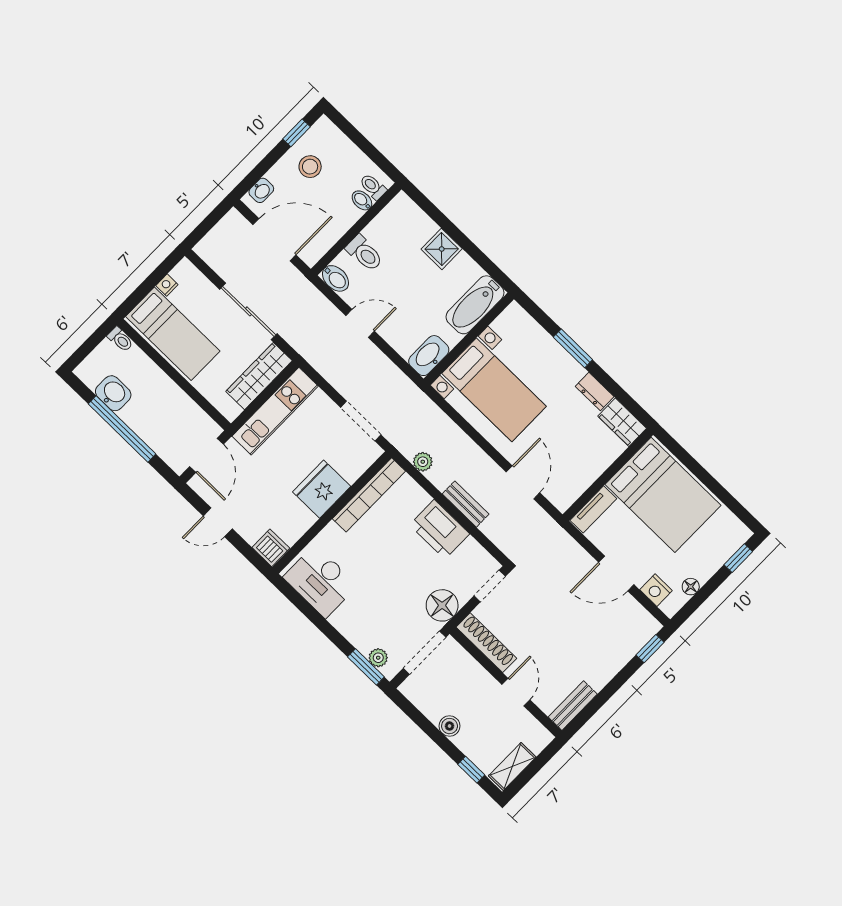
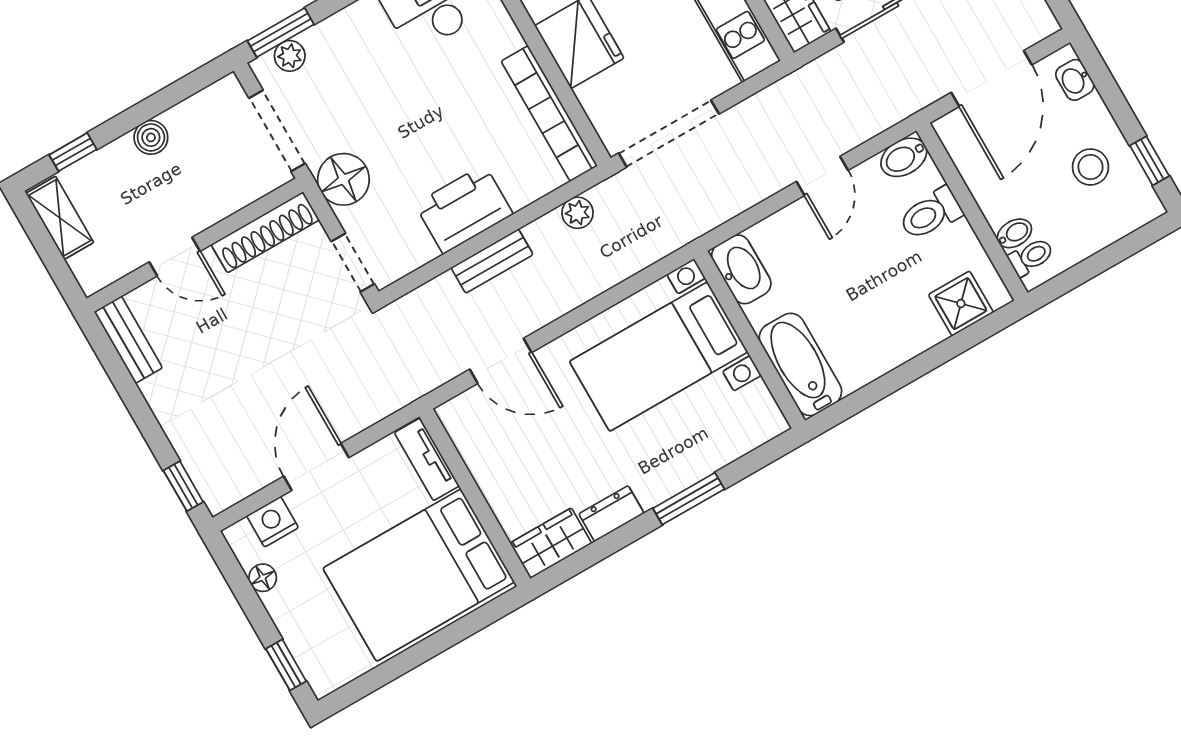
shower: (442, 249) -> (961, 304), moved
doorway: (361, 421) -> (669, 134), width x1.36

